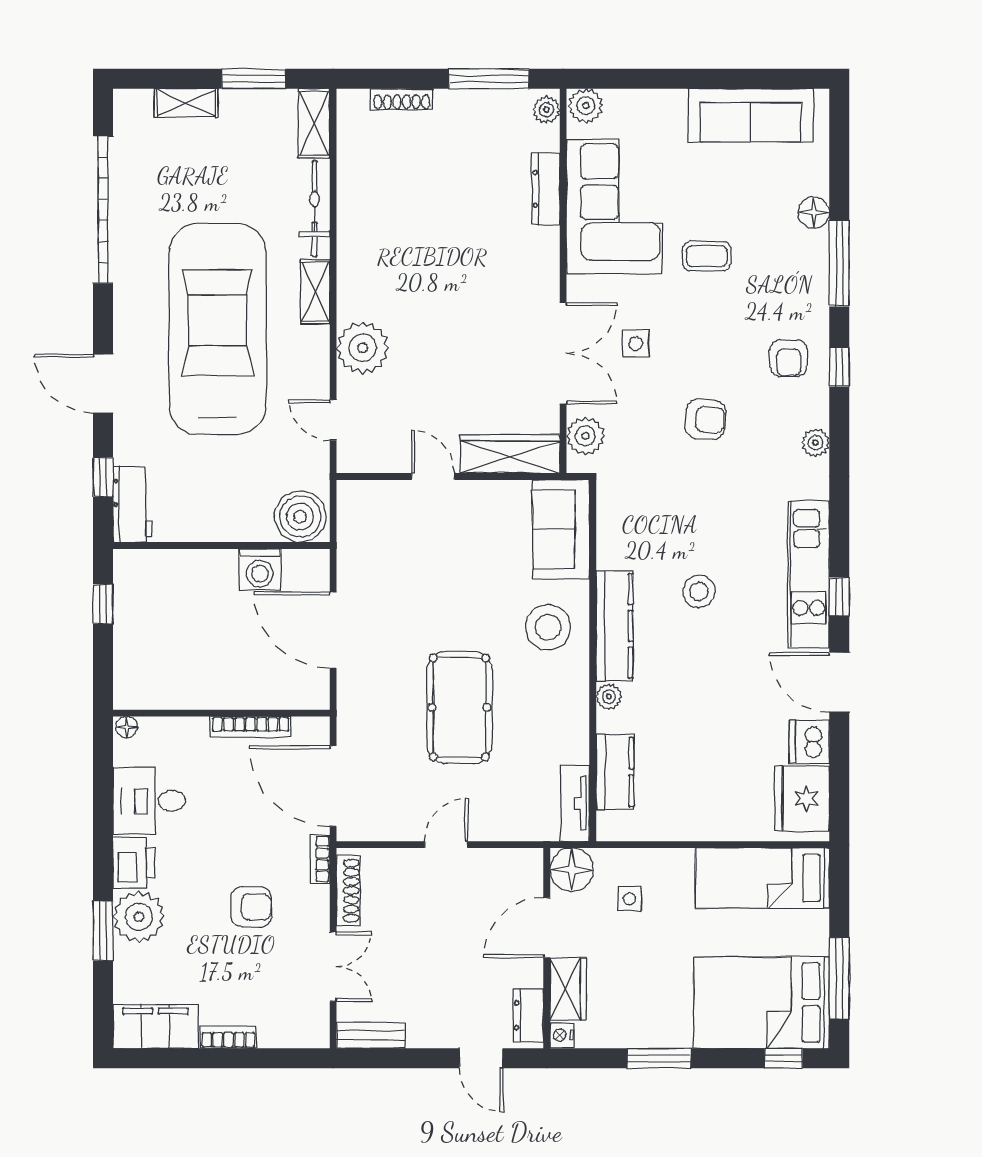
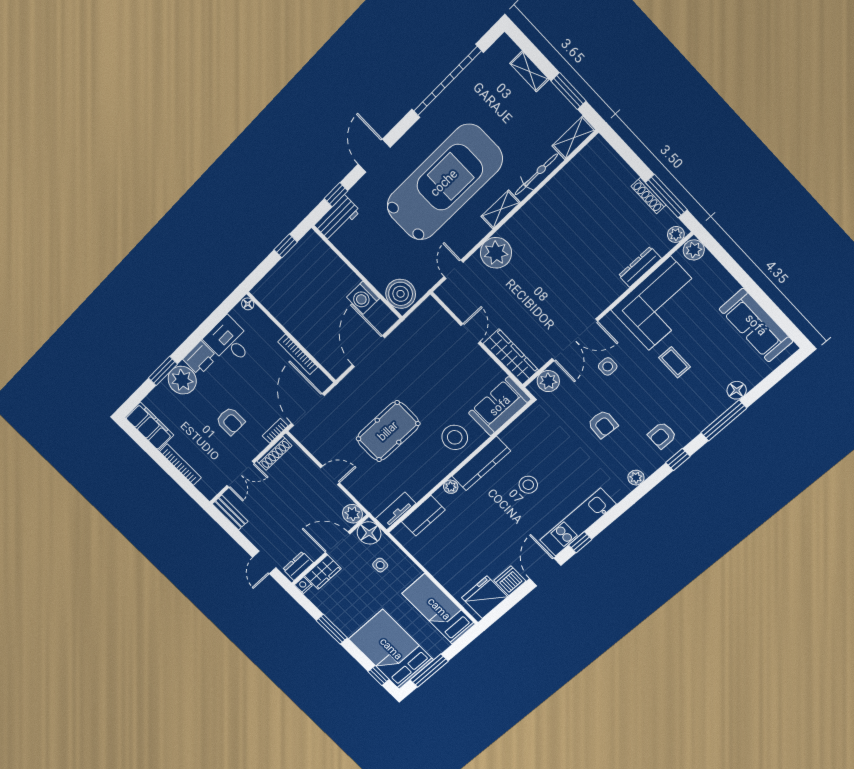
shoe rack: (402, 99) -> (649, 196), moved
plant: (525, 866) -> (353, 514), added
bookcase: (228, 1037) -> (180, 465), width x1.56

